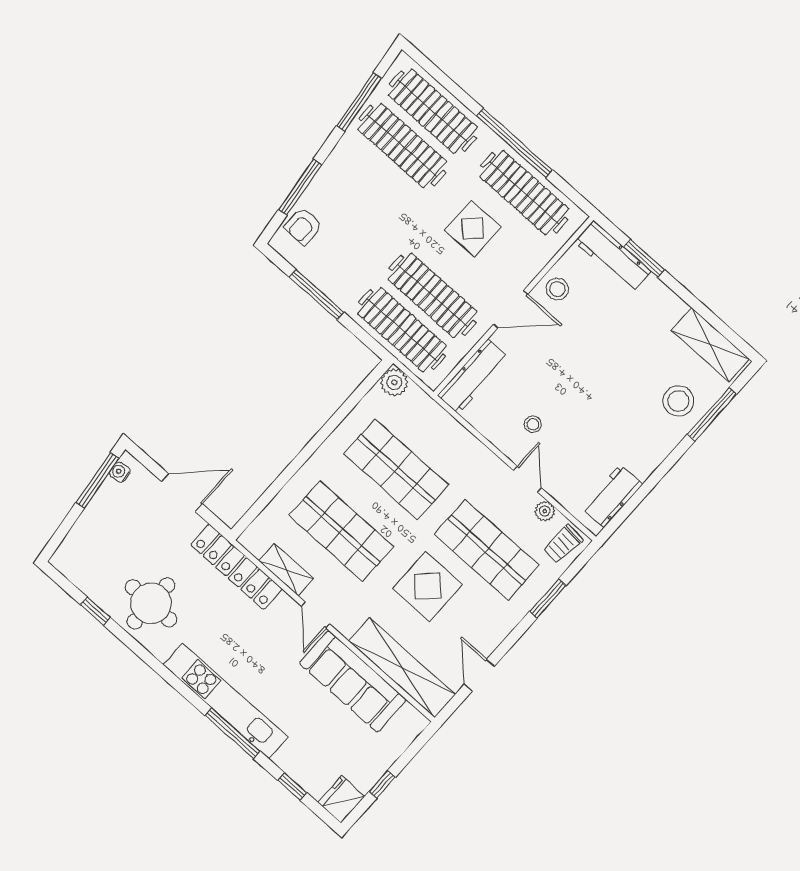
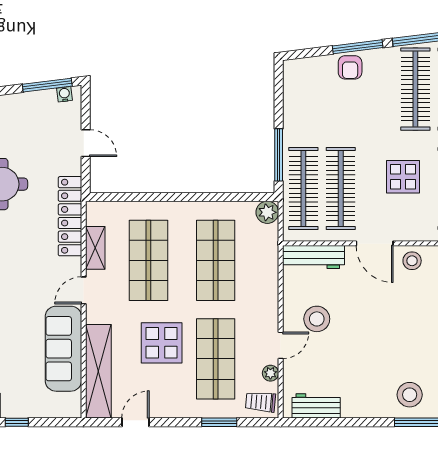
window: (300, 187) -> (358, 47), moved
armchair: (303, 226) -> (350, 67), moved, turned -90
window: (317, 295) -> (279, 155), moved
stool: (533, 424) -> (317, 319), width x1.89, depth x1.89
door: (182, 493) -> (86, 143), width x0.73

